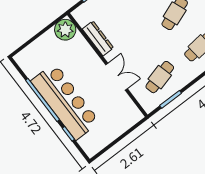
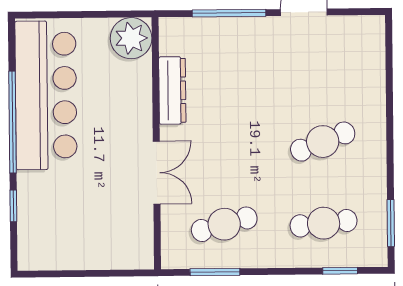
bar counter: (65, 101) -> (46, 95), moved

